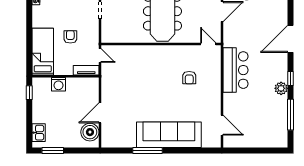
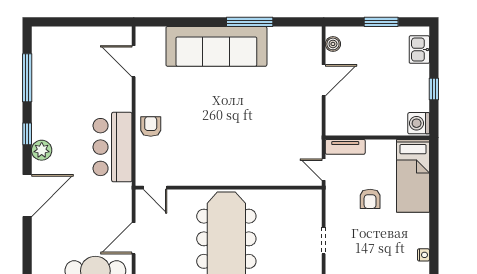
armchair: (189, 78) -> (151, 126), moved
washing machine: (58, 84) -> (419, 123), moved, turned -90
plant: (281, 88) -> (42, 150), moved
window: (29, 93) -> (434, 89), moved
boiler: (90, 132) -> (333, 44), width x0.54, depth x0.54
window: (53, 150) -> (381, 22), moved

